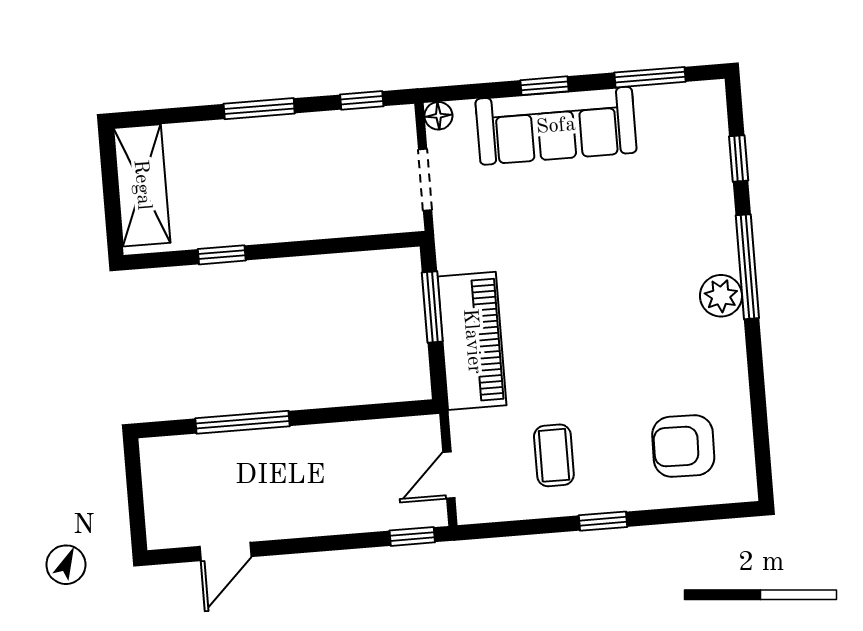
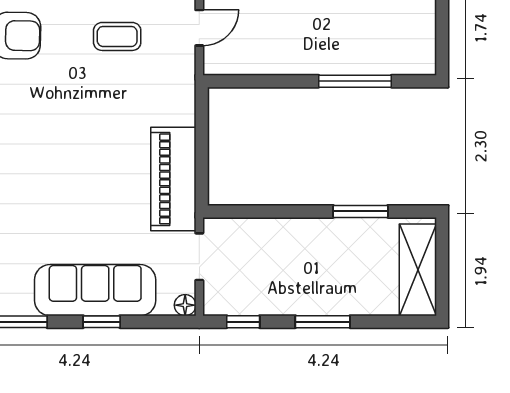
window: (222, 255) -> (361, 211), width x1.50
window: (432, 307) -> (202, 158), removed
piano: (472, 341) -> (173, 179), moved
coffee table: (554, 455) -> (117, 36), turned 90

